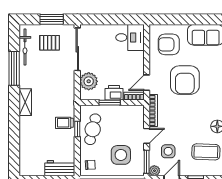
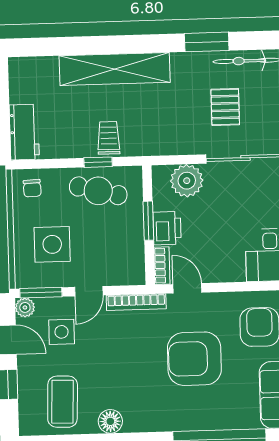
pallet: (50, 43) -> (225, 107), moved
window: (14, 68) -> (207, 42), width x0.69
shelving: (25, 102) -> (115, 69), width x2.20, depth x1.33
door: (147, 136) -> (89, 291), hinge flipped

